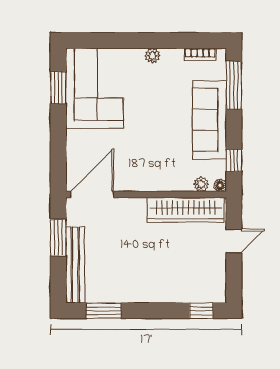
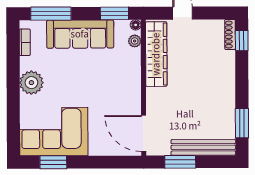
plant: (152, 56) -> (31, 83), width x1.88, depth x1.88
window: (234, 160) -> (114, 13), width x1.50
shoe rack: (208, 297) -> (230, 35), added

